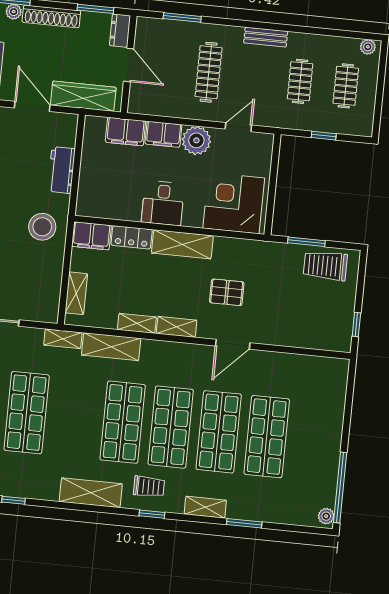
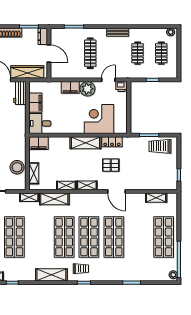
filing cabinet: (125, 132) -> (35, 103), moved, turned -90
printer: (263, 143) -> (122, 86), added
workbench: (61, 170) -> (20, 93), moved
desk: (163, 203) -> (40, 123), moved, turned 90
corner desk: (234, 203) -> (99, 119), moved
stool: (42, 227) -> (17, 167), moved
locker: (132, 237) -> (112, 142), moved
door: (233, 344) -> (117, 191), hinge flipped
shop shelf: (267, 437) -> (164, 237), moved
shelving: (205, 507) -> (156, 198), moved

